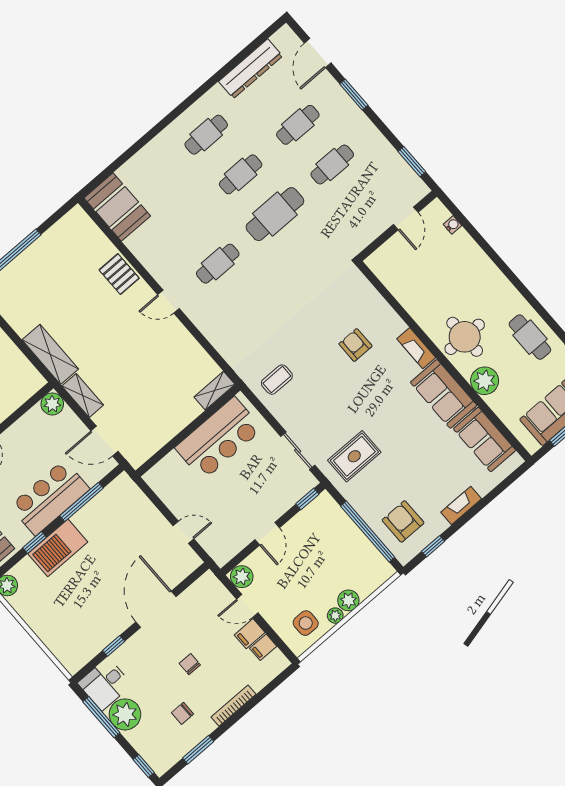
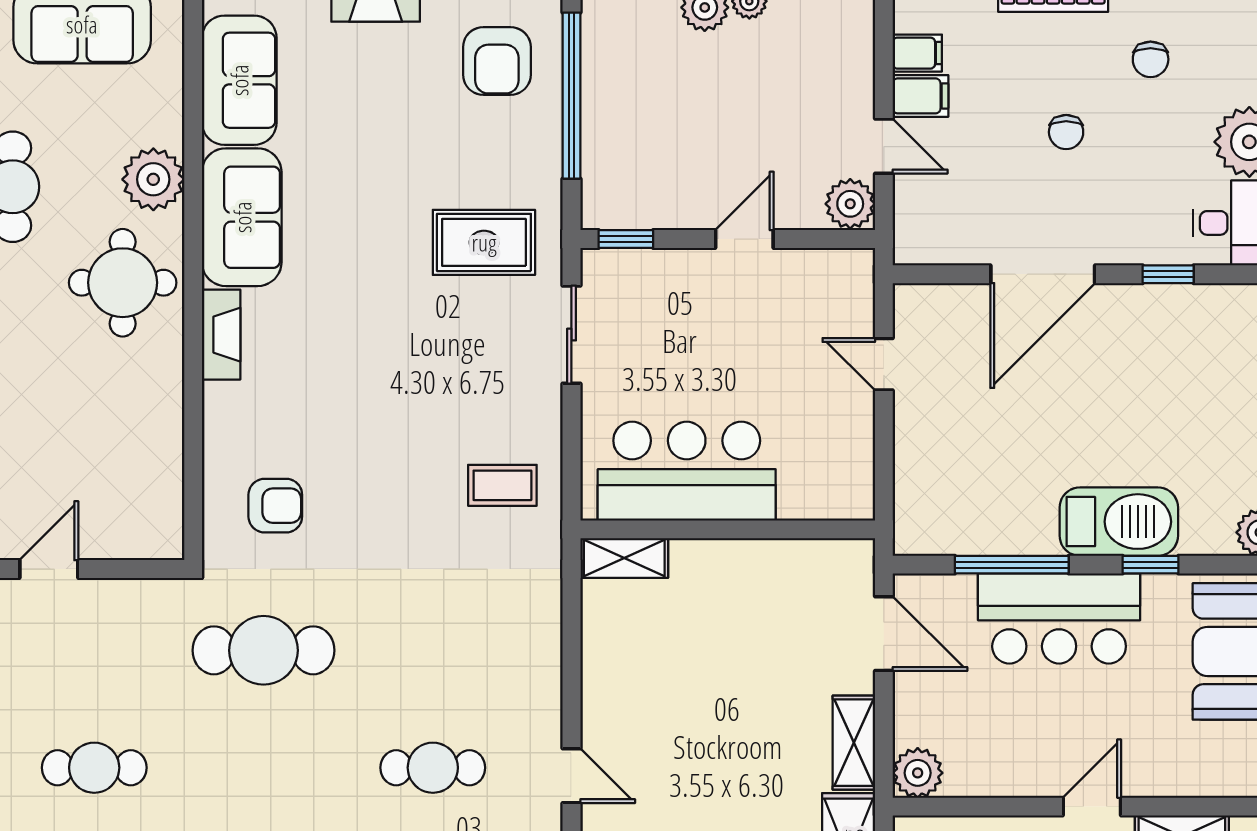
cafe table: (275, 214) -> (263, 650), moved
armchair: (355, 345) -> (275, 506), moved, turned -90
side table: (306, 623) -> (810, 32), removed
chair: (183, 713) -> (1151, 59), turned 90

